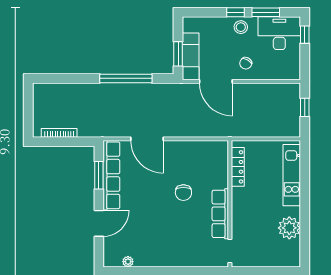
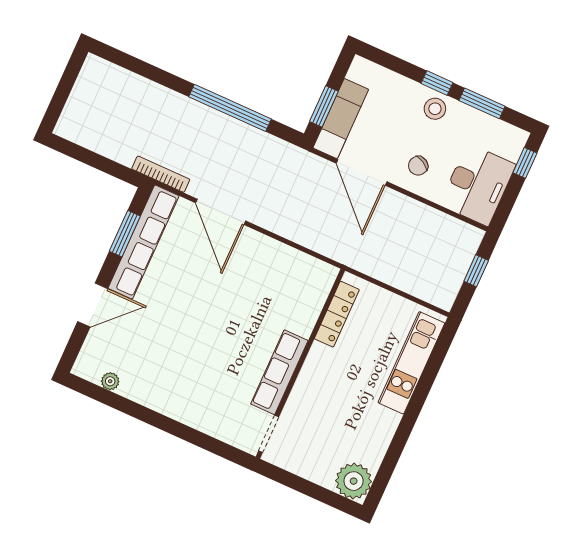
desk: (279, 33) -> (478, 185), moved, turned 90
bookcase: (59, 133) -> (161, 174), moved
chair: (183, 193) -> (239, 316), removed
plant: (289, 228) -> (354, 481), moved

